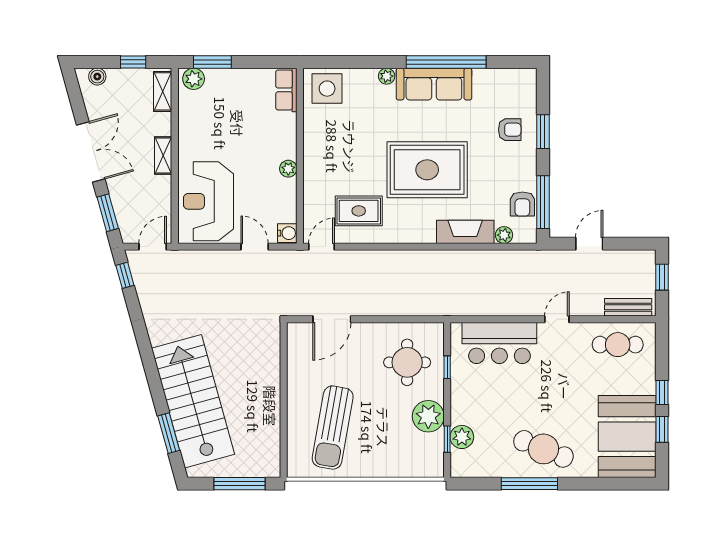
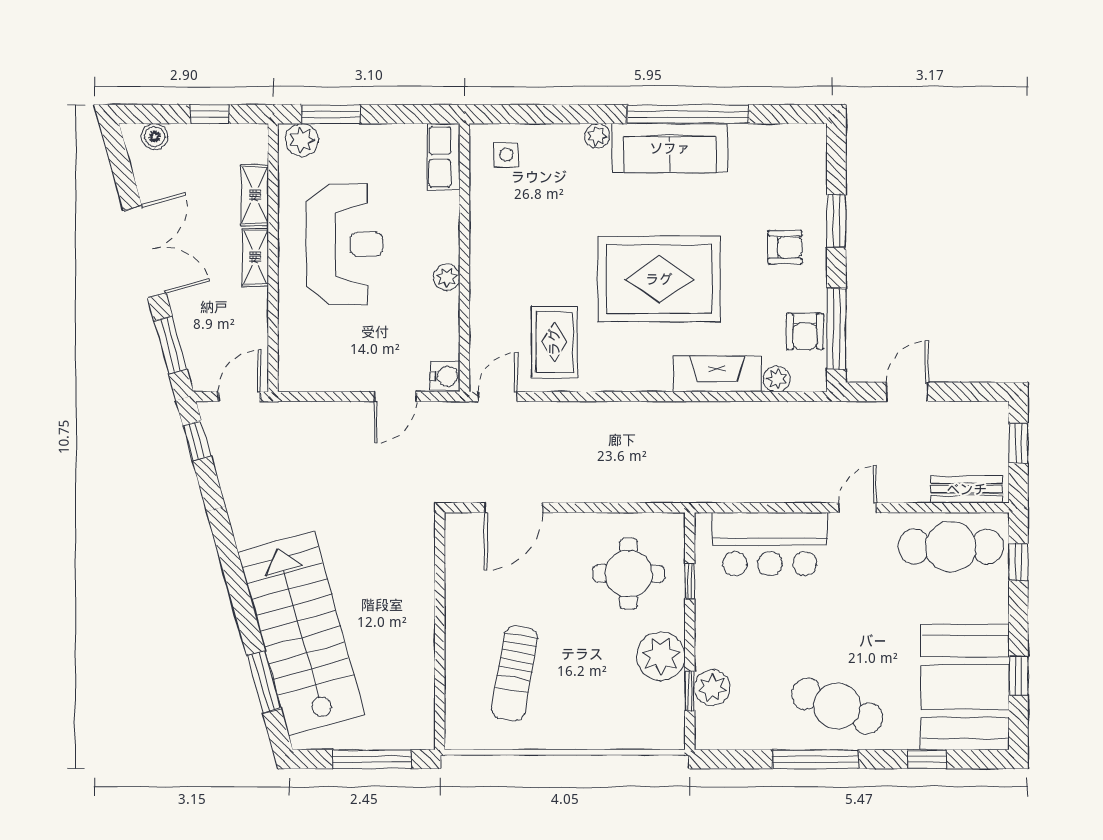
side table: (327, 89) -> (506, 155), width x0.54, depth x0.54
shelving: (163, 91) -> (255, 195), moved
armchair: (510, 130) -> (785, 247), moved
reception desk: (208, 201) -> (344, 244), moved, turned 180
rug: (359, 211) -> (554, 342), turned 90
door: (255, 247) -> (395, 397), swing flipped
cafe table: (618, 345) -> (951, 546), width x1.37, depth x1.35
window: (662, 393) -> (1018, 562), moved
sun lounger: (333, 428) -> (515, 673), width x0.73, depth x0.75
window: (602, 484) -> (927, 759), added

